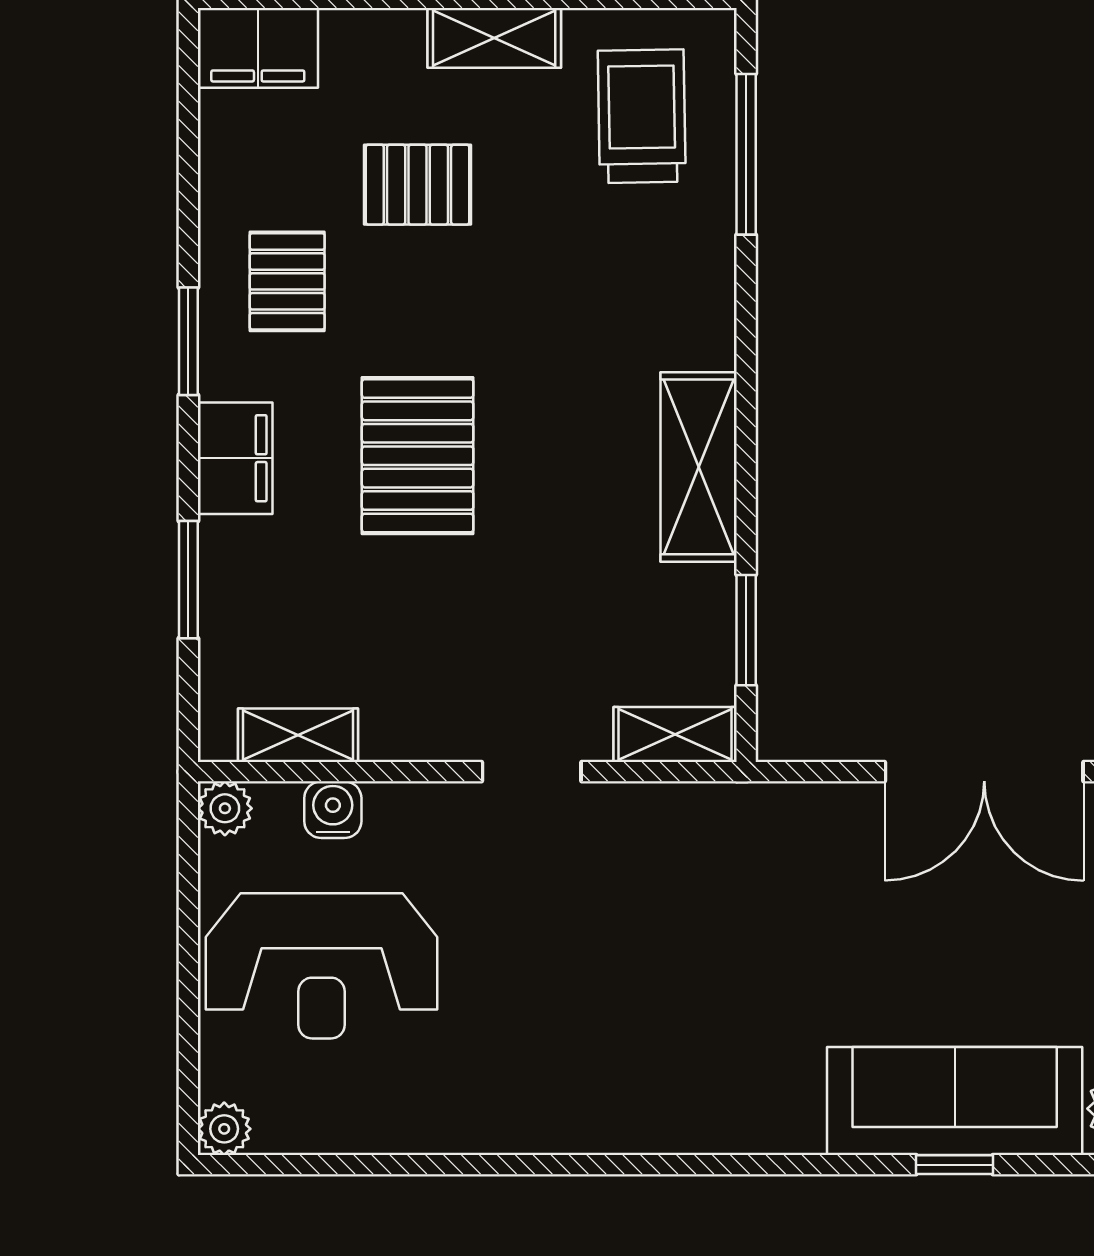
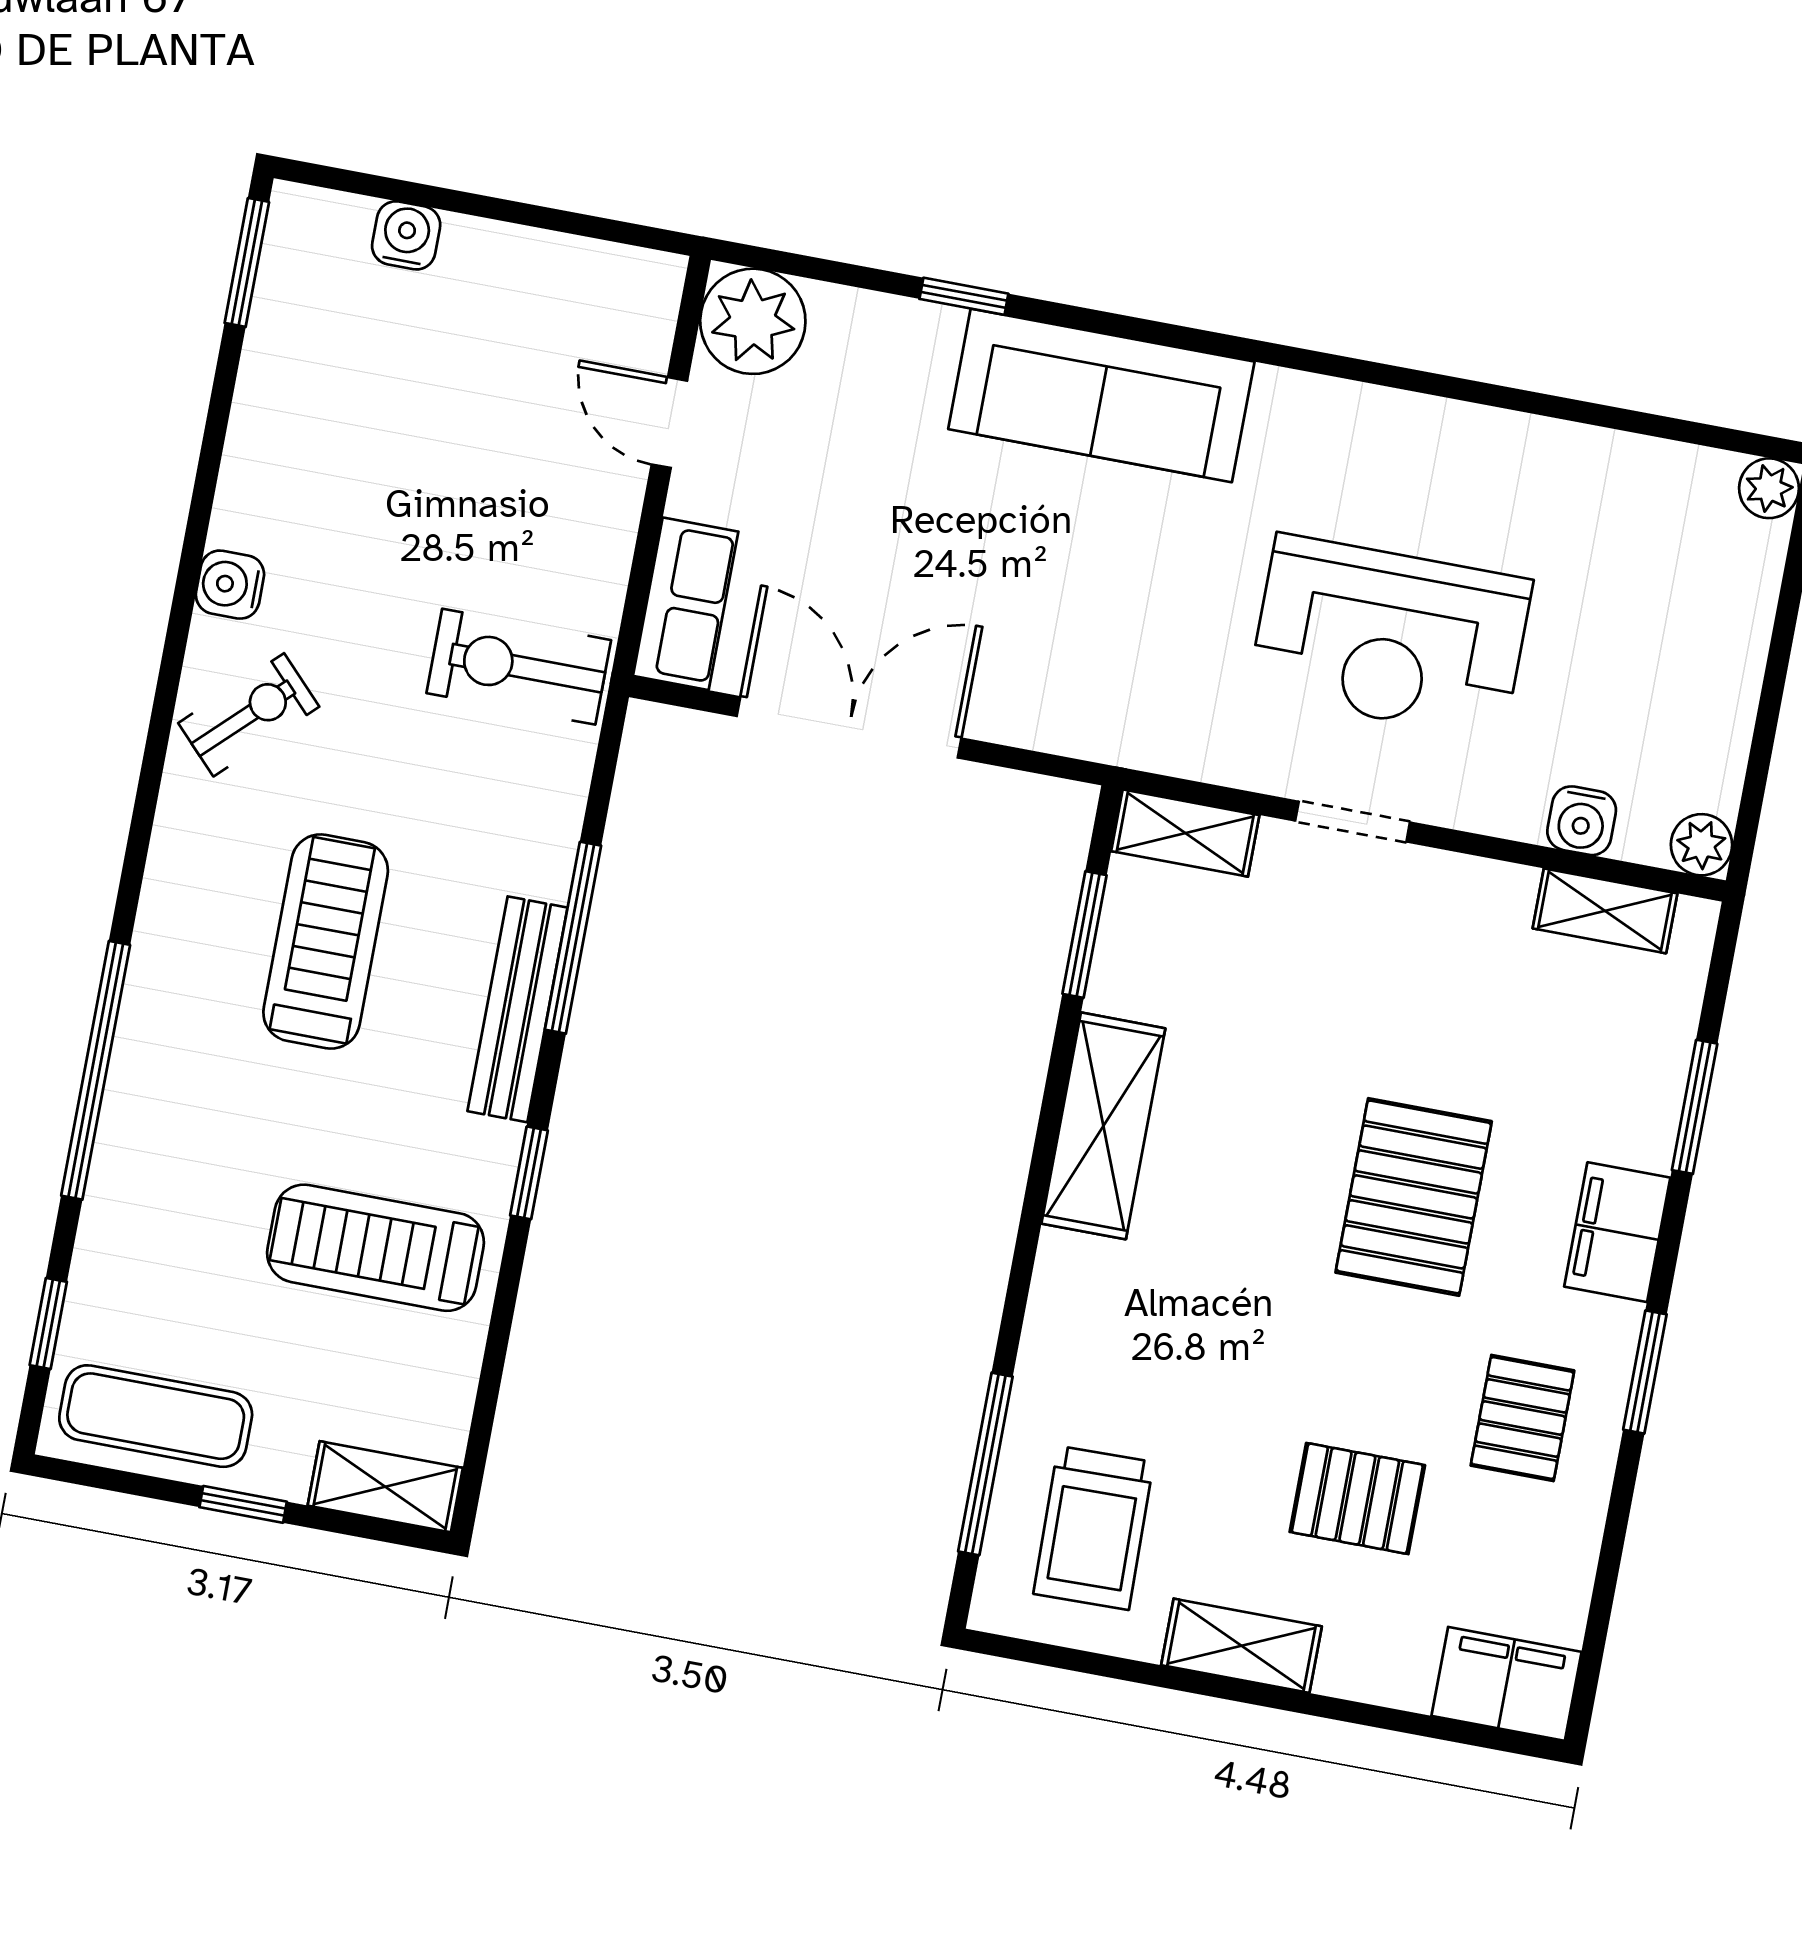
reception desk: (322, 966) -> (1390, 637), moved, turned 180
sofa: (955, 1101) -> (1101, 395), moved

